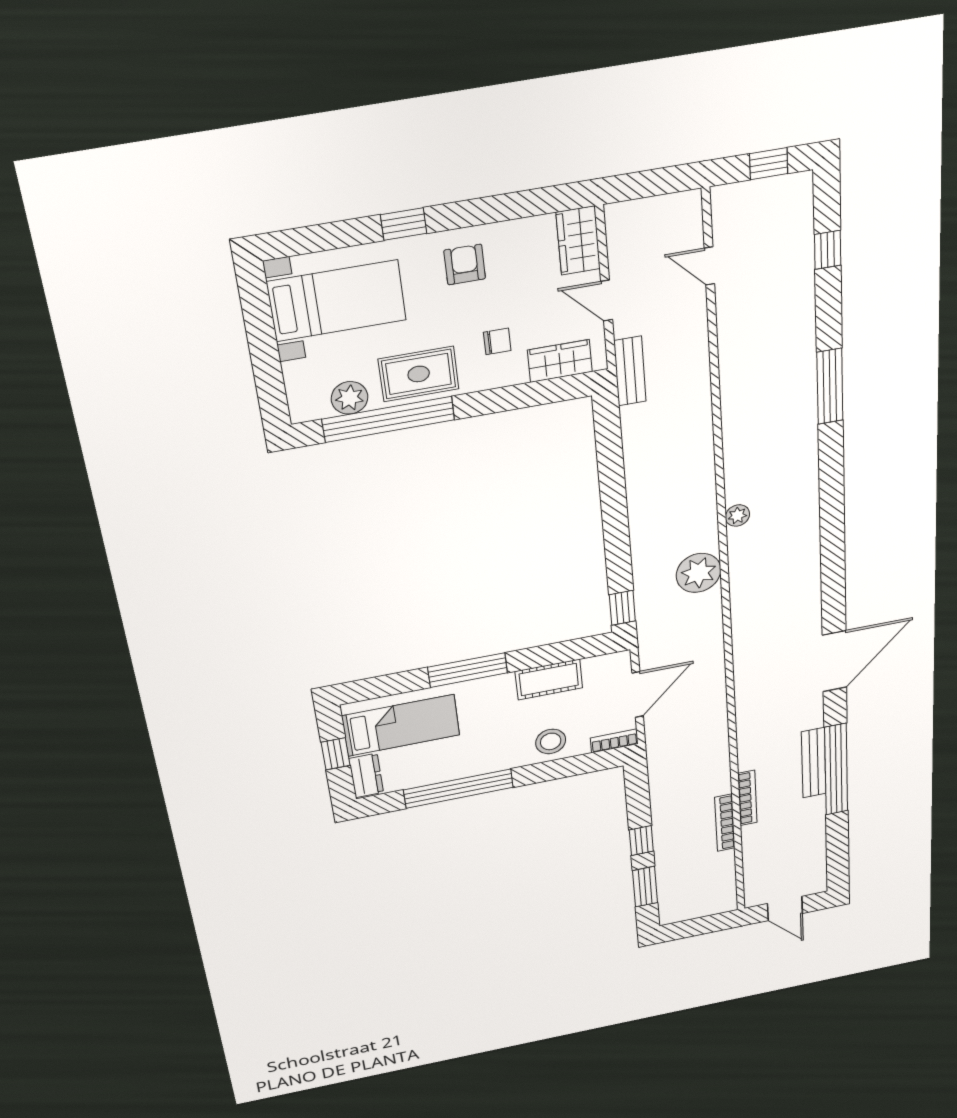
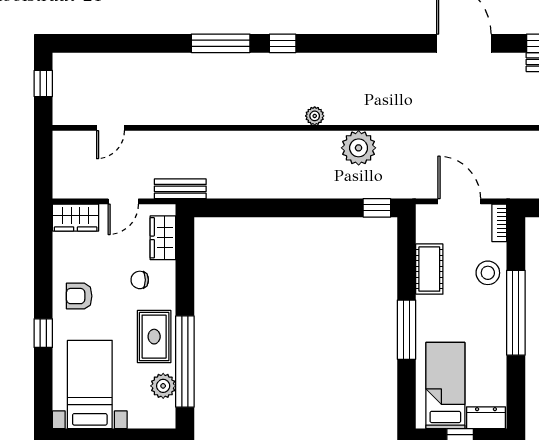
window: (828, 250) -> (283, 43), moved
chair: (497, 341) -> (140, 280), turned -90
window: (459, 789) -> (516, 313), moved

